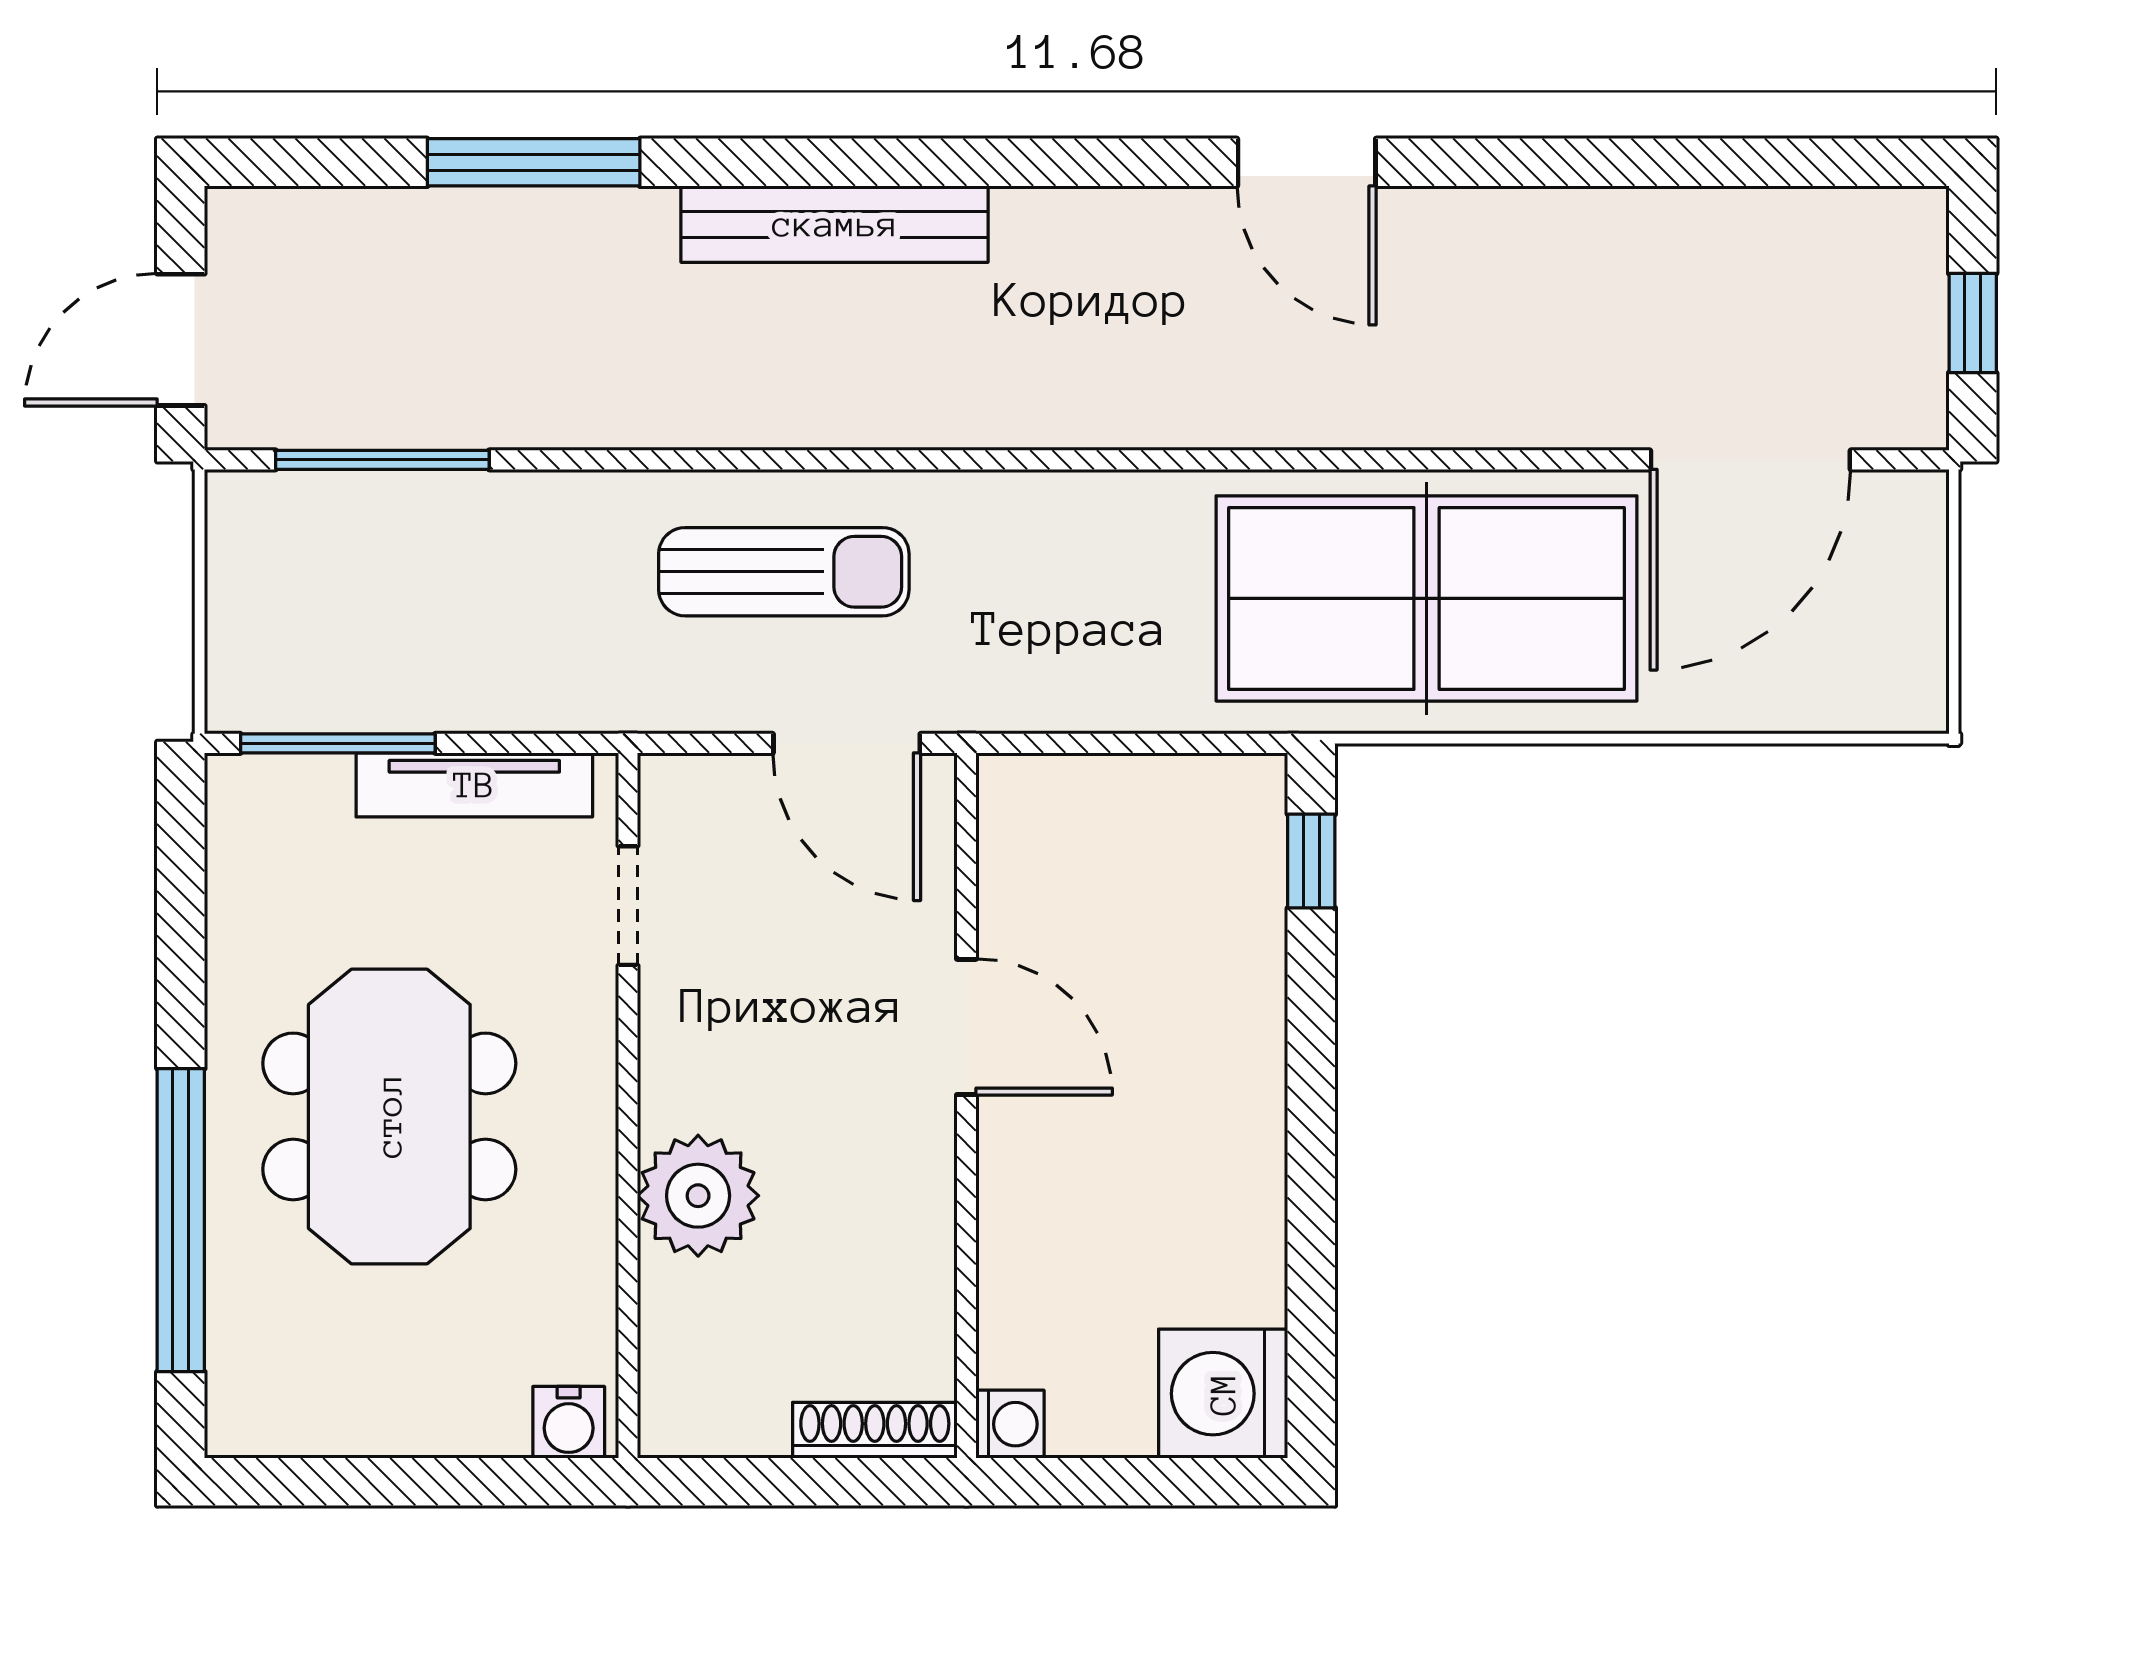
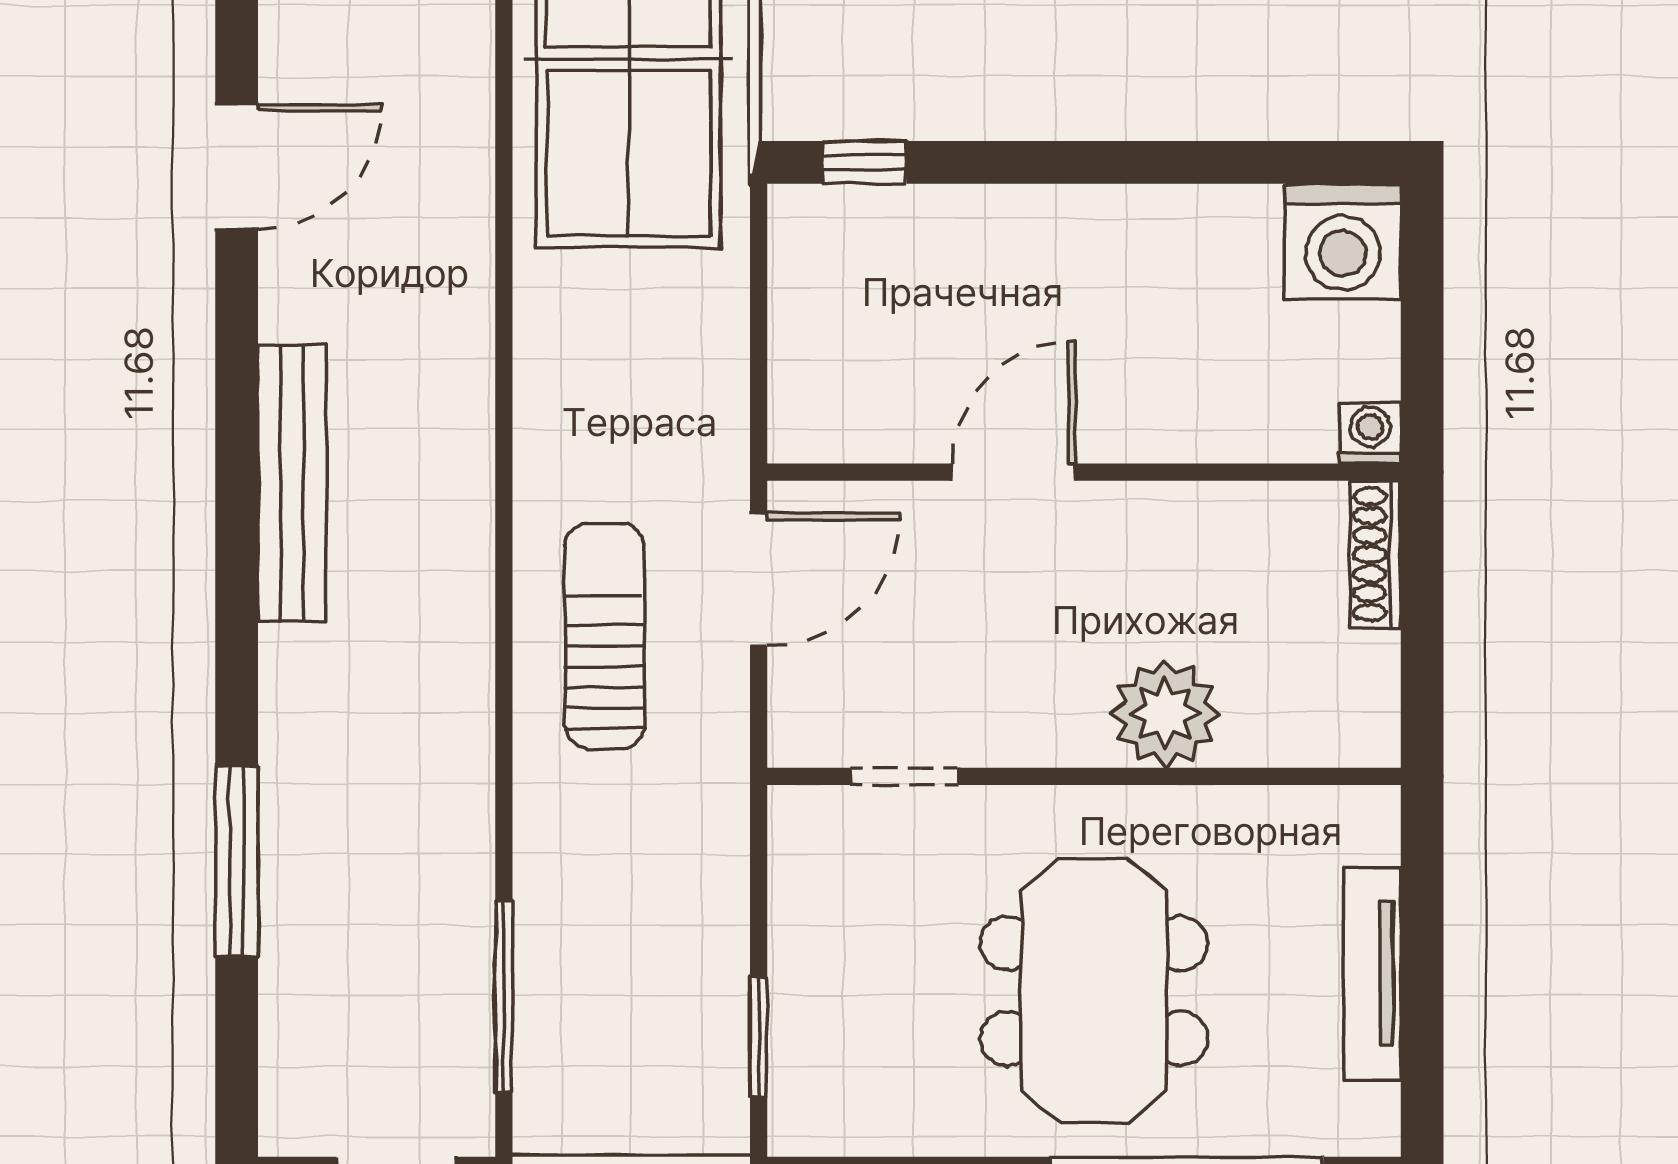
bench: (835, 224) -> (292, 483), moved
window: (338, 743) -> (759, 1037), width x0.69
tv unit: (474, 785) -> (1372, 974), moved, turned 180
meeting table: (389, 1116) -> (1094, 991), turned 90
water cooler: (569, 1422) -> (1369, 830), removed

